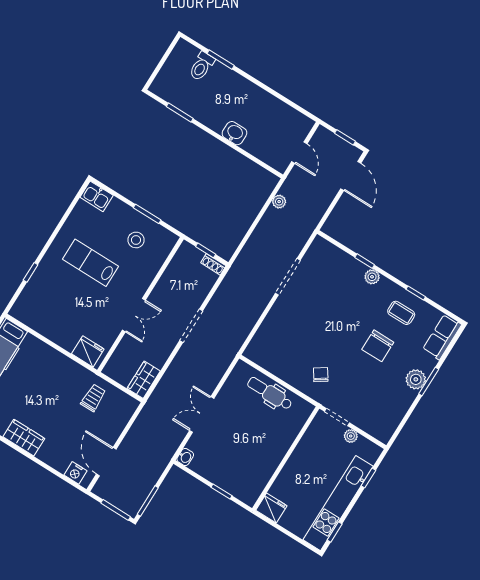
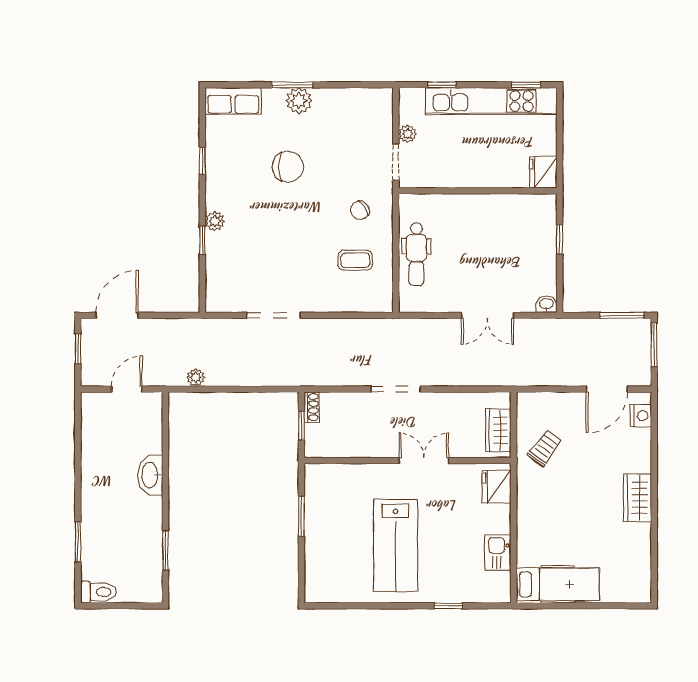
toilet: (202, 66) -> (99, 592), moved
washbasin: (234, 133) -> (150, 475), width x1.38
kitchen sink: (97, 196) -> (498, 553), moved, turned 180
stool: (136, 240) -> (338, 511), removed
lab bench: (90, 263) -> (396, 545), width x1.36, depth x1.39
coffee table: (401, 313) -> (355, 260), moved, turned 90
wardrobe: (144, 380) -> (498, 430), moved, turned 90
trolley: (93, 398) -> (545, 448), turned 126

